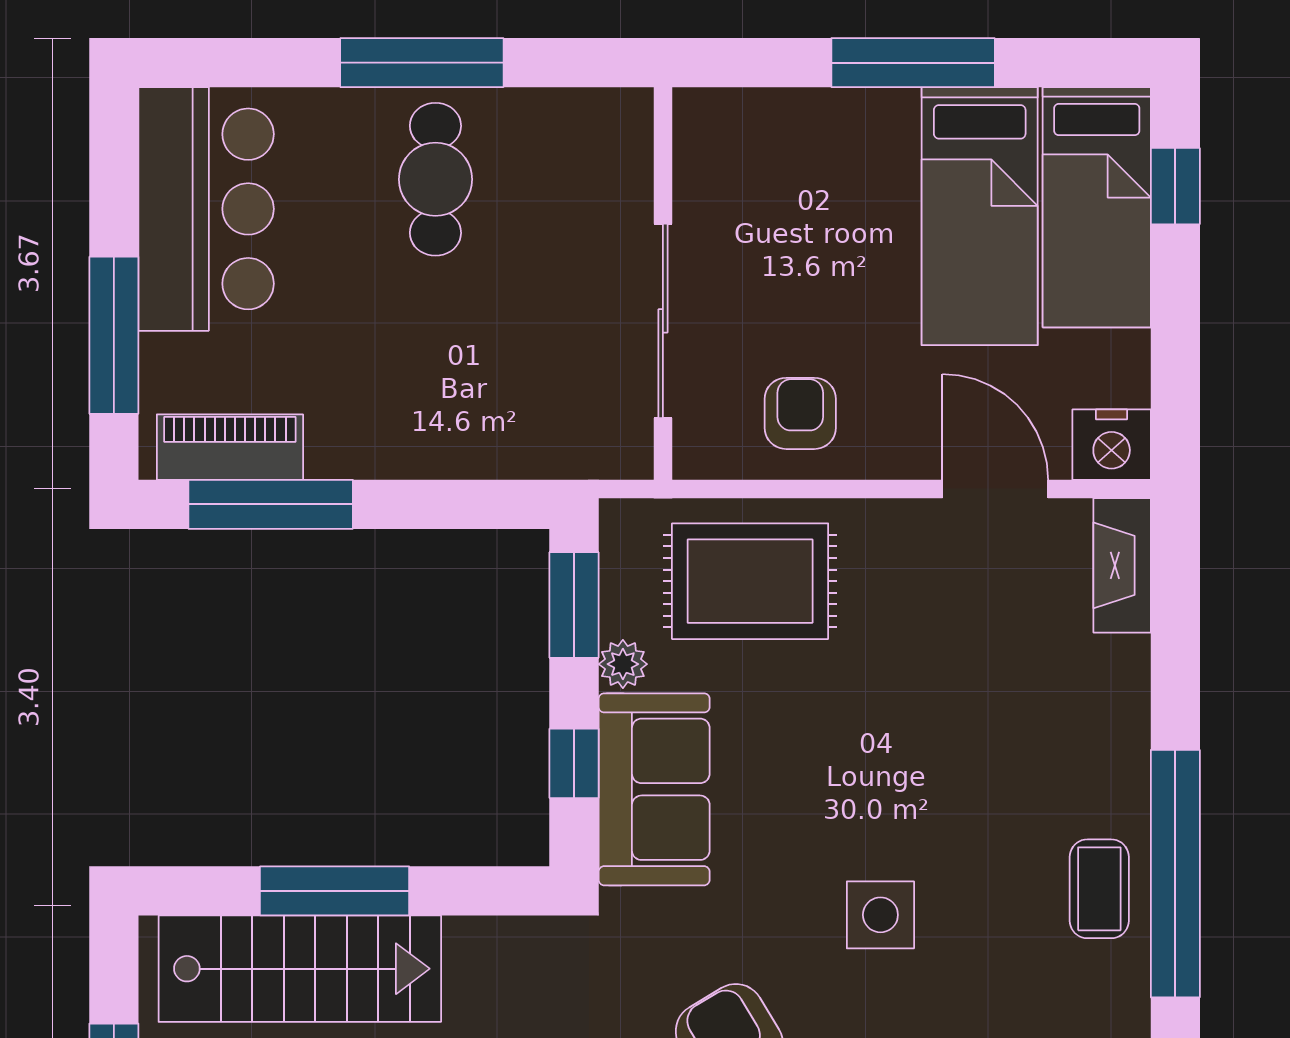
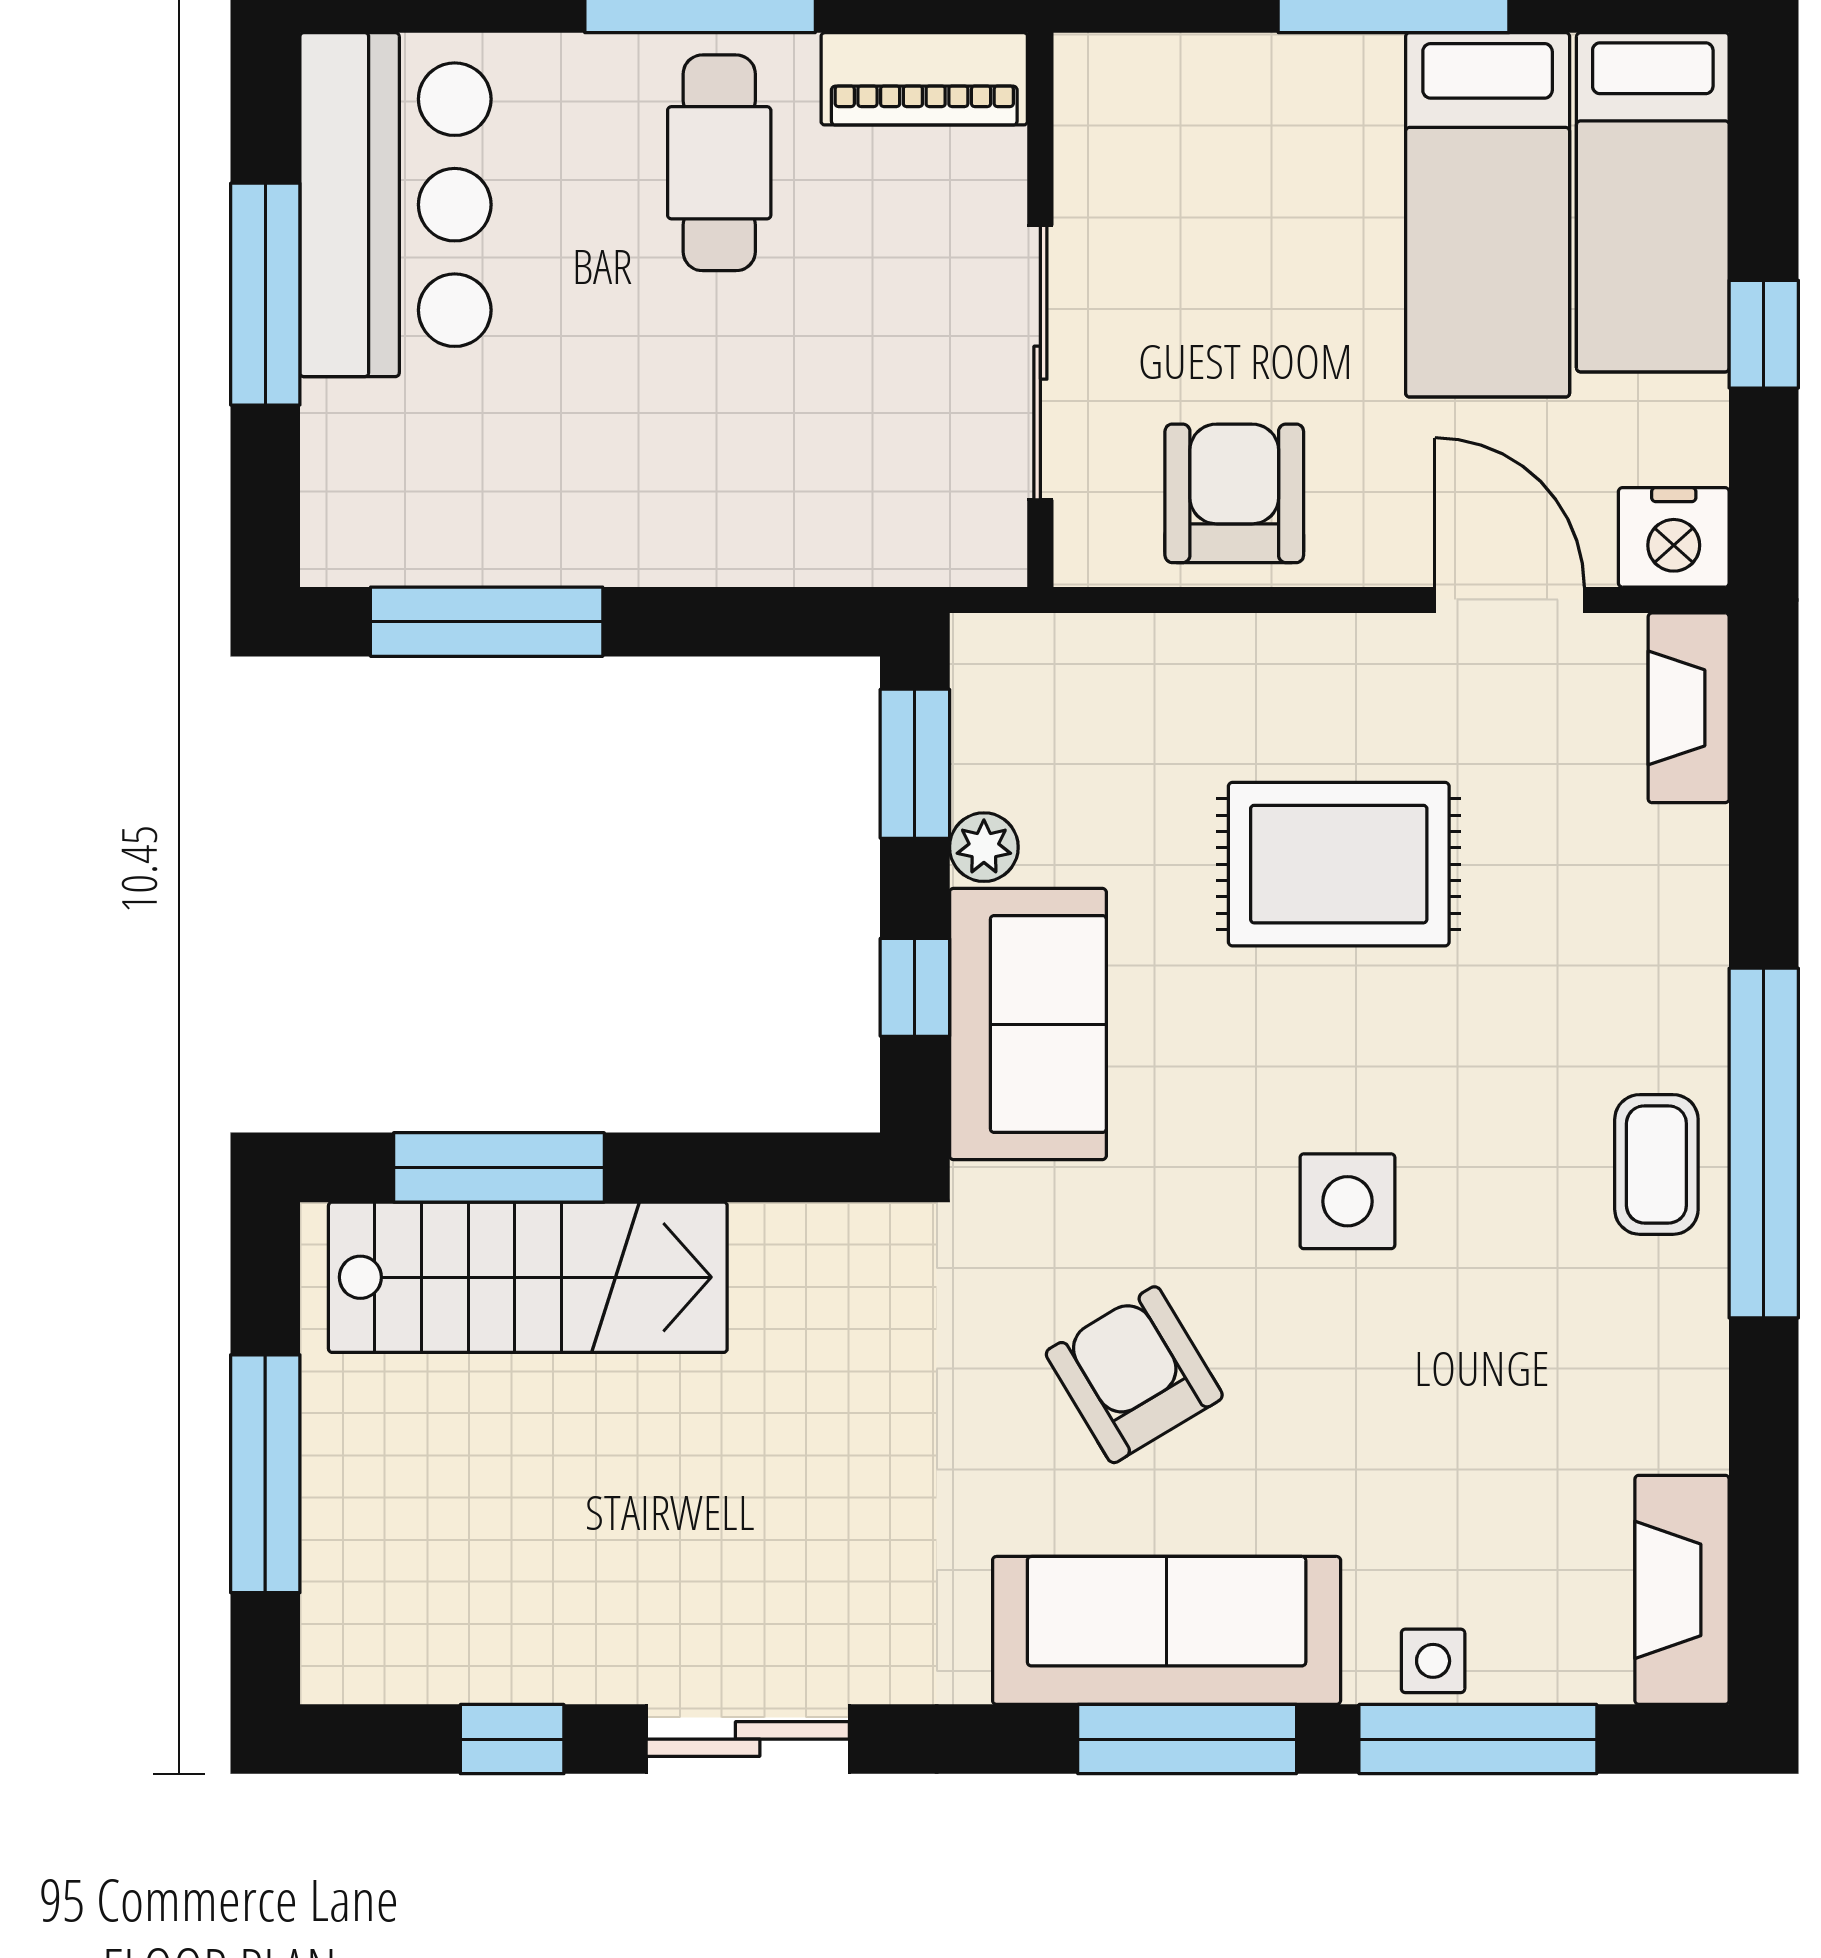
window: (1175, 186) -> (1764, 334), moved
window: (114, 335) -> (265, 294), moved
armchair: (800, 413) -> (1234, 493), width x1.38, depth x1.38
piano: (230, 447) -> (924, 79), moved, turned 180
rug: (750, 581) -> (1339, 864), moved
window: (335, 891) -> (499, 1167), moved

